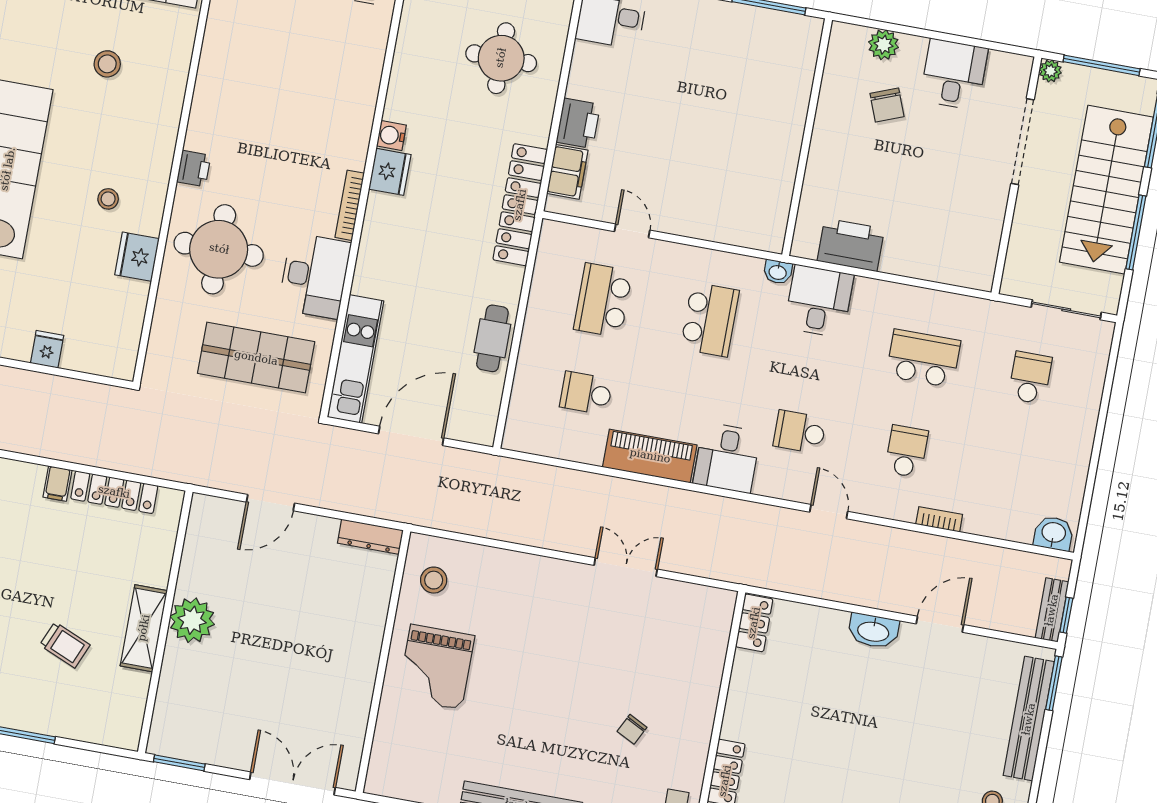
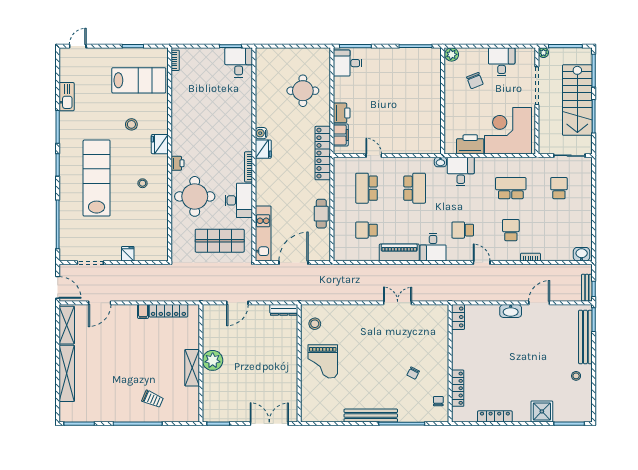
plant: (884, 45) -> (452, 54), moved
corner desk: (940, 230) -> (508, 131), added
fridge: (137, 257) -> (160, 144), moved
trolley: (65, 645) -> (153, 399), moved

